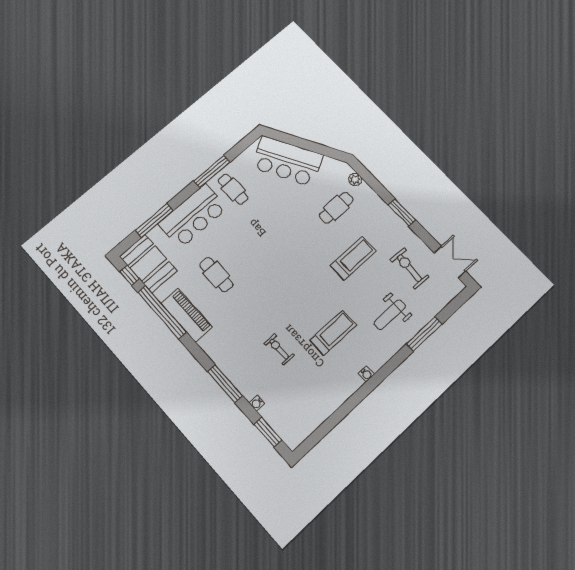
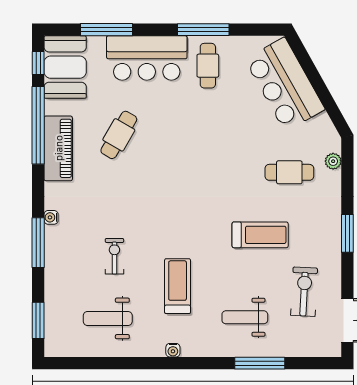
cafe table: (216, 275) -> (119, 135), turned 30
treadmill: (333, 333) -> (178, 286), turned -90
weight bench: (309, 391) -> (108, 318), added
water cooler: (257, 403) -> (51, 217), moved

